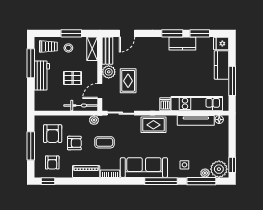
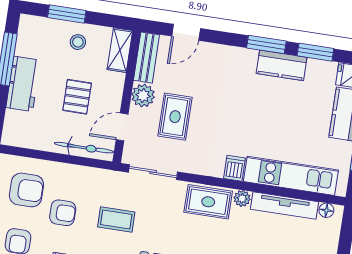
window: (71, 33) -> (67, 14), moved
trolley: (48, 46) -> (43, 34), removed
pallet: (73, 78) -> (77, 97), turned 90
plant: (94, 120) -> (242, 198), moved
armchair: (53, 134) -> (26, 190), turned -90

